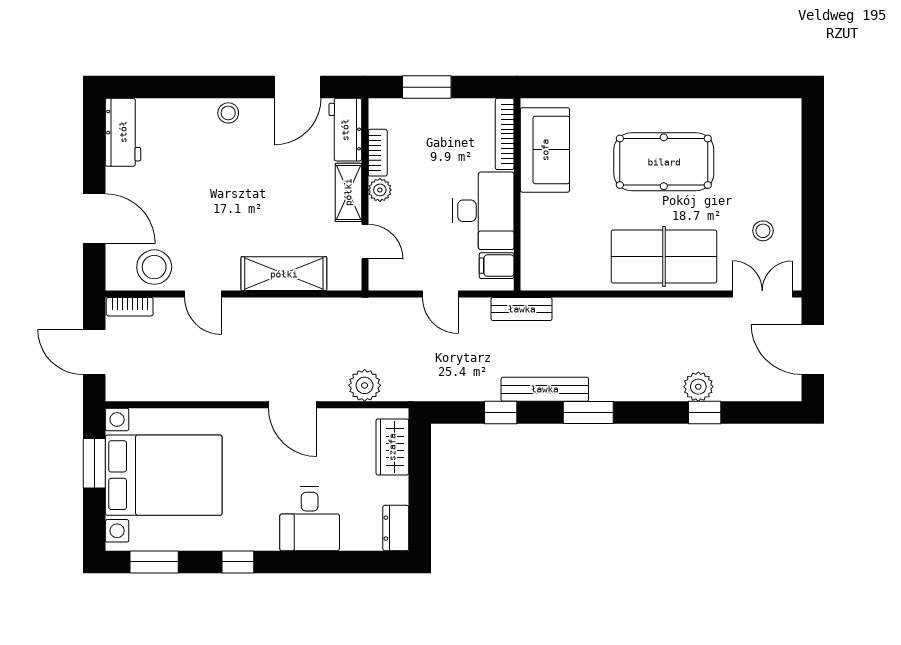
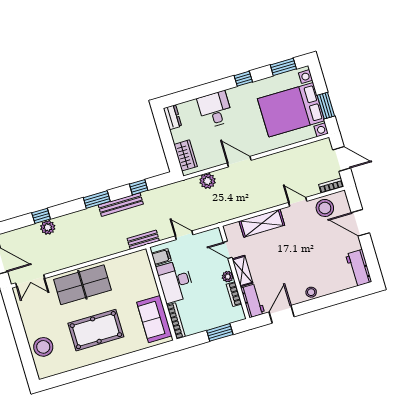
stool: (763, 231) -> (43, 347), moved, width x1.89, depth x1.89

